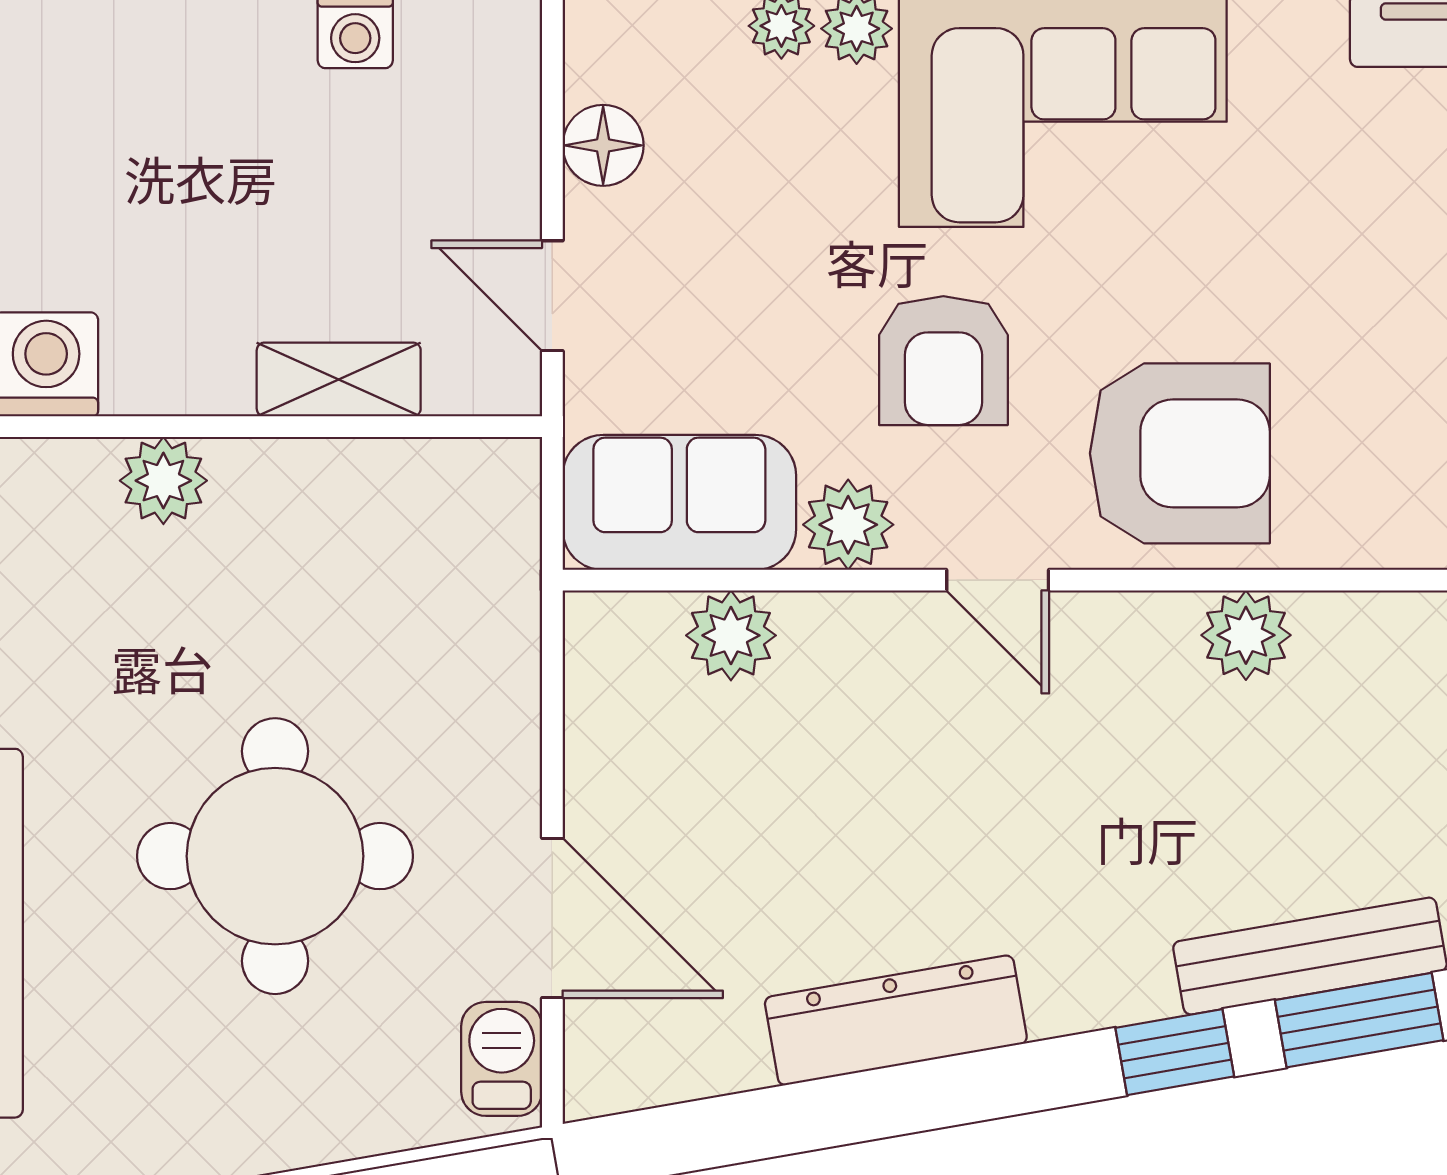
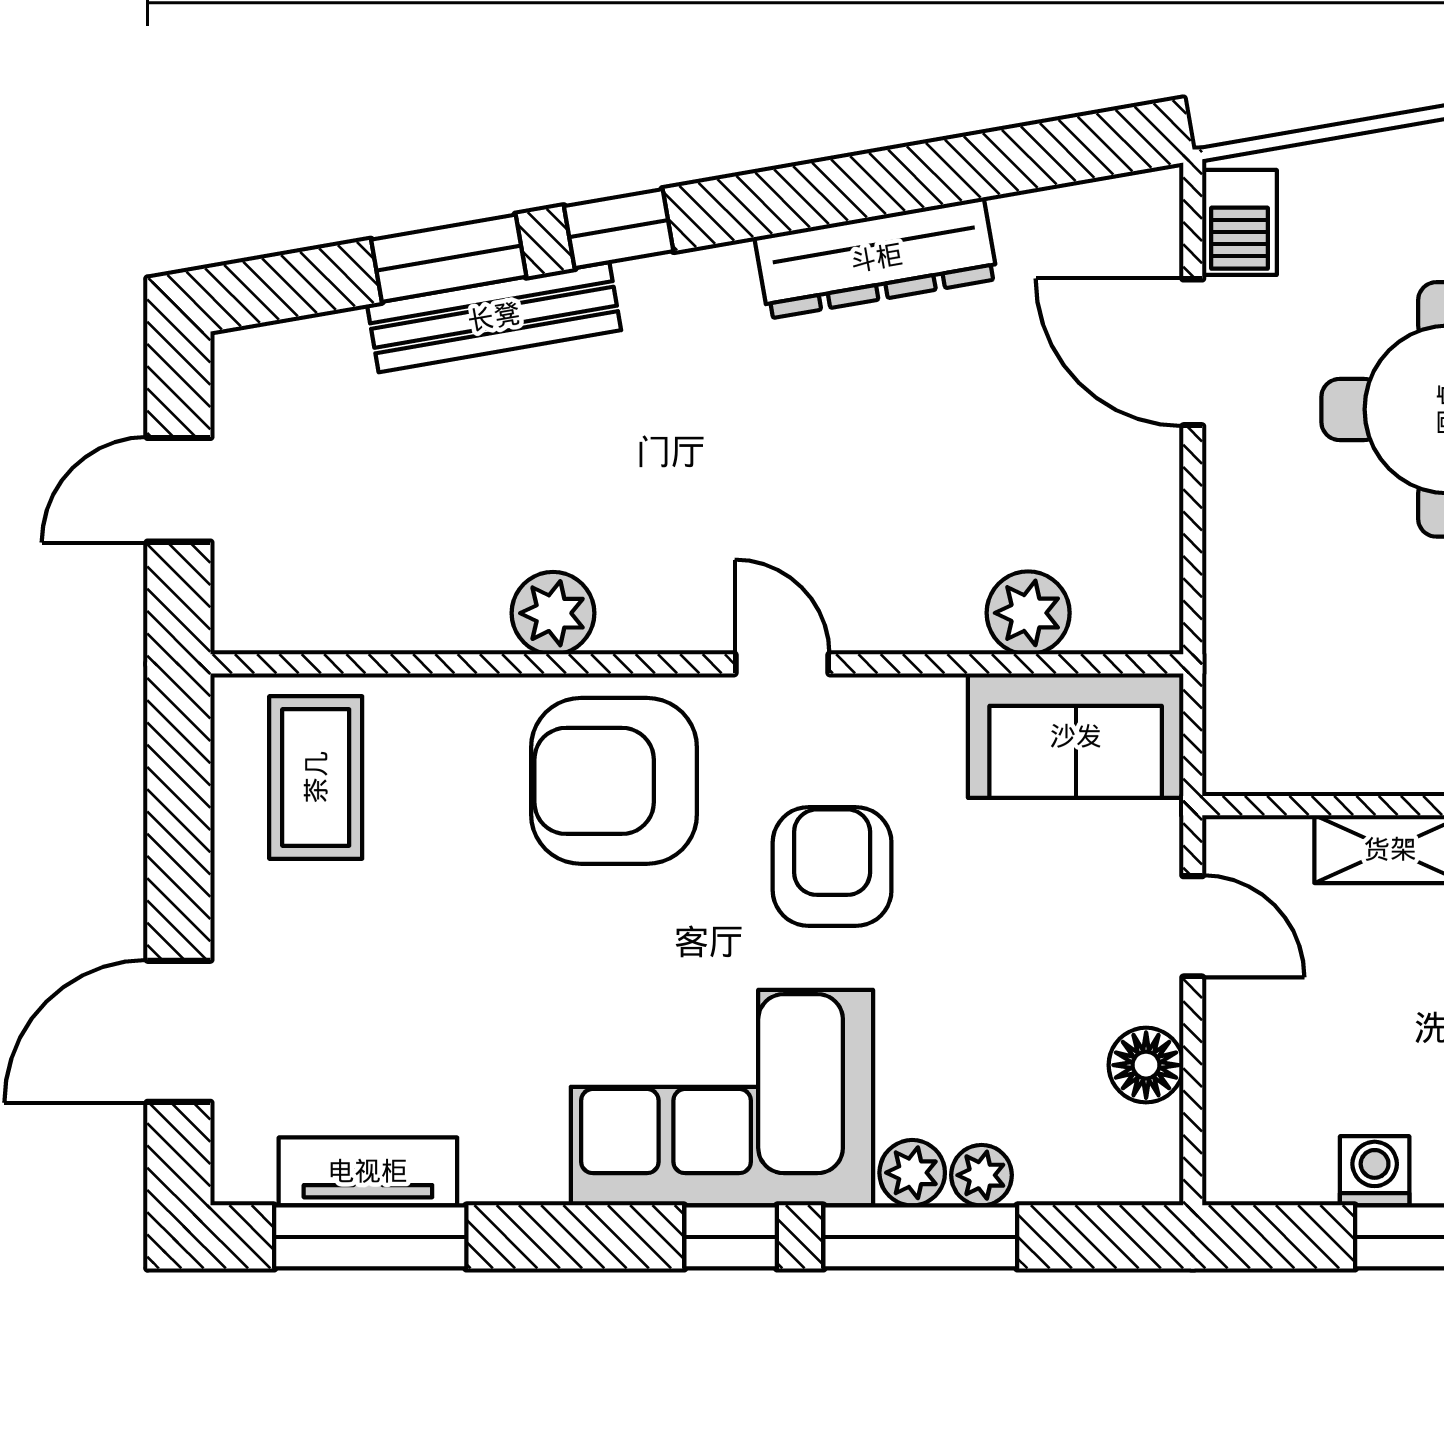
plant: (848, 525) -> (920, 715), removed

